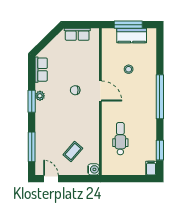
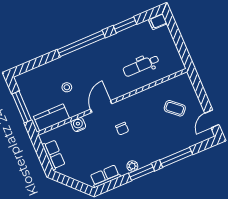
kitchen counter: (132, 36) -> (52, 118), moved, turned -90
chair: (75, 90) -> (122, 129), moved
window: (32, 147) -> (176, 157), moved
window: (160, 150) -> (125, 25), moved
water cooler: (94, 169) -> (78, 125), moved

